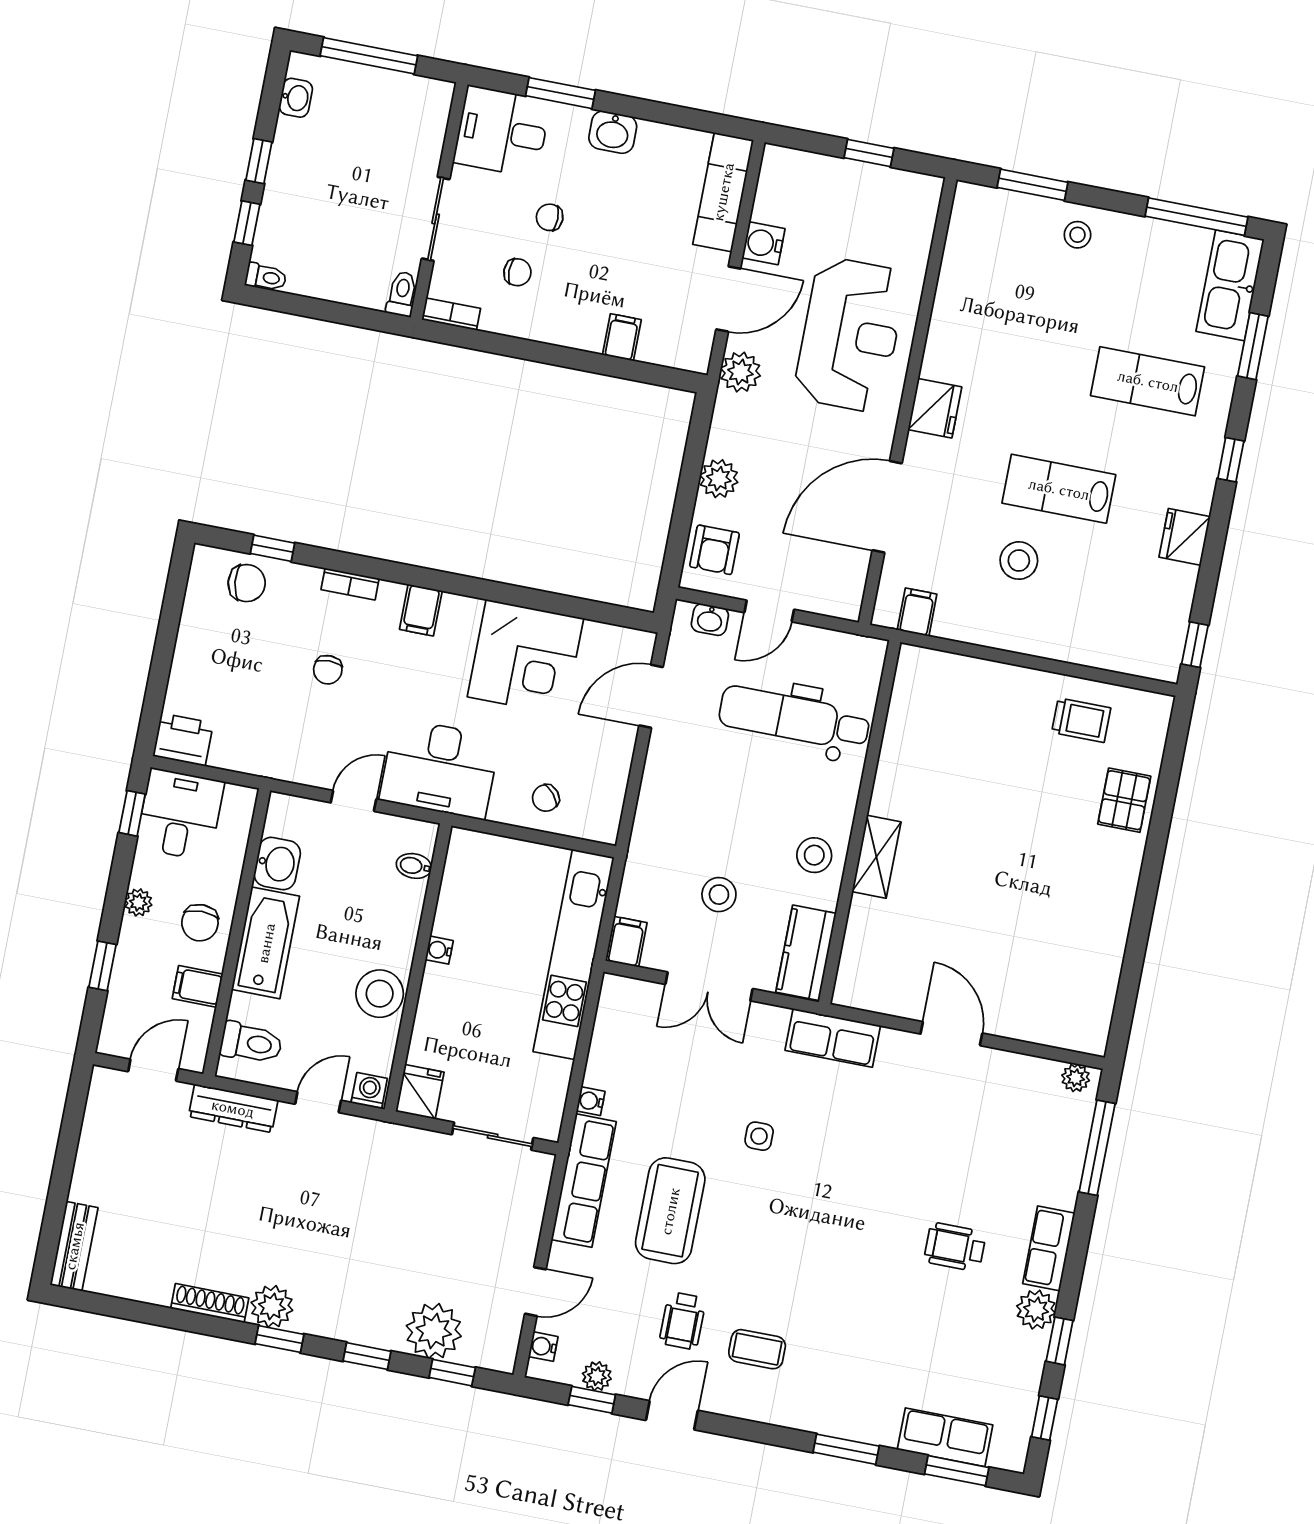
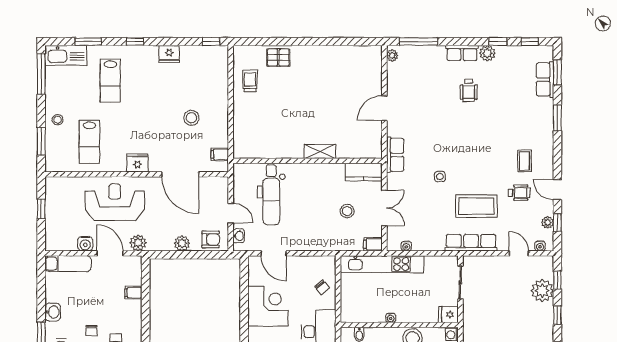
lab bench: (1059, 489) -> (89, 142), moved
stool: (814, 855) -> (324, 176), removed
water cooler: (591, 1101) -> (406, 246), moved

